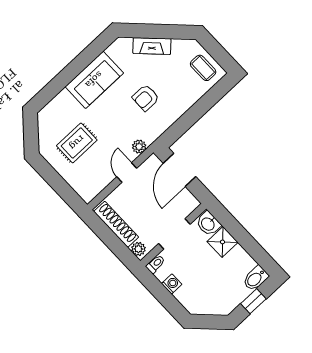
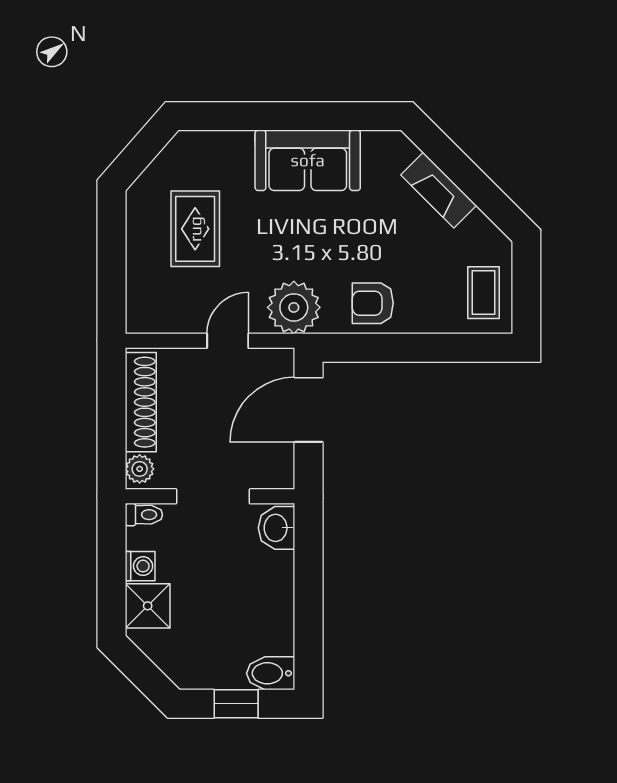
armchair: (146, 98) -> (373, 303), moved
rug: (77, 143) -> (195, 229), turned 90
plant: (139, 147) -> (294, 307), width x1.87, depth x1.87
shower: (223, 242) -> (148, 606), moved

